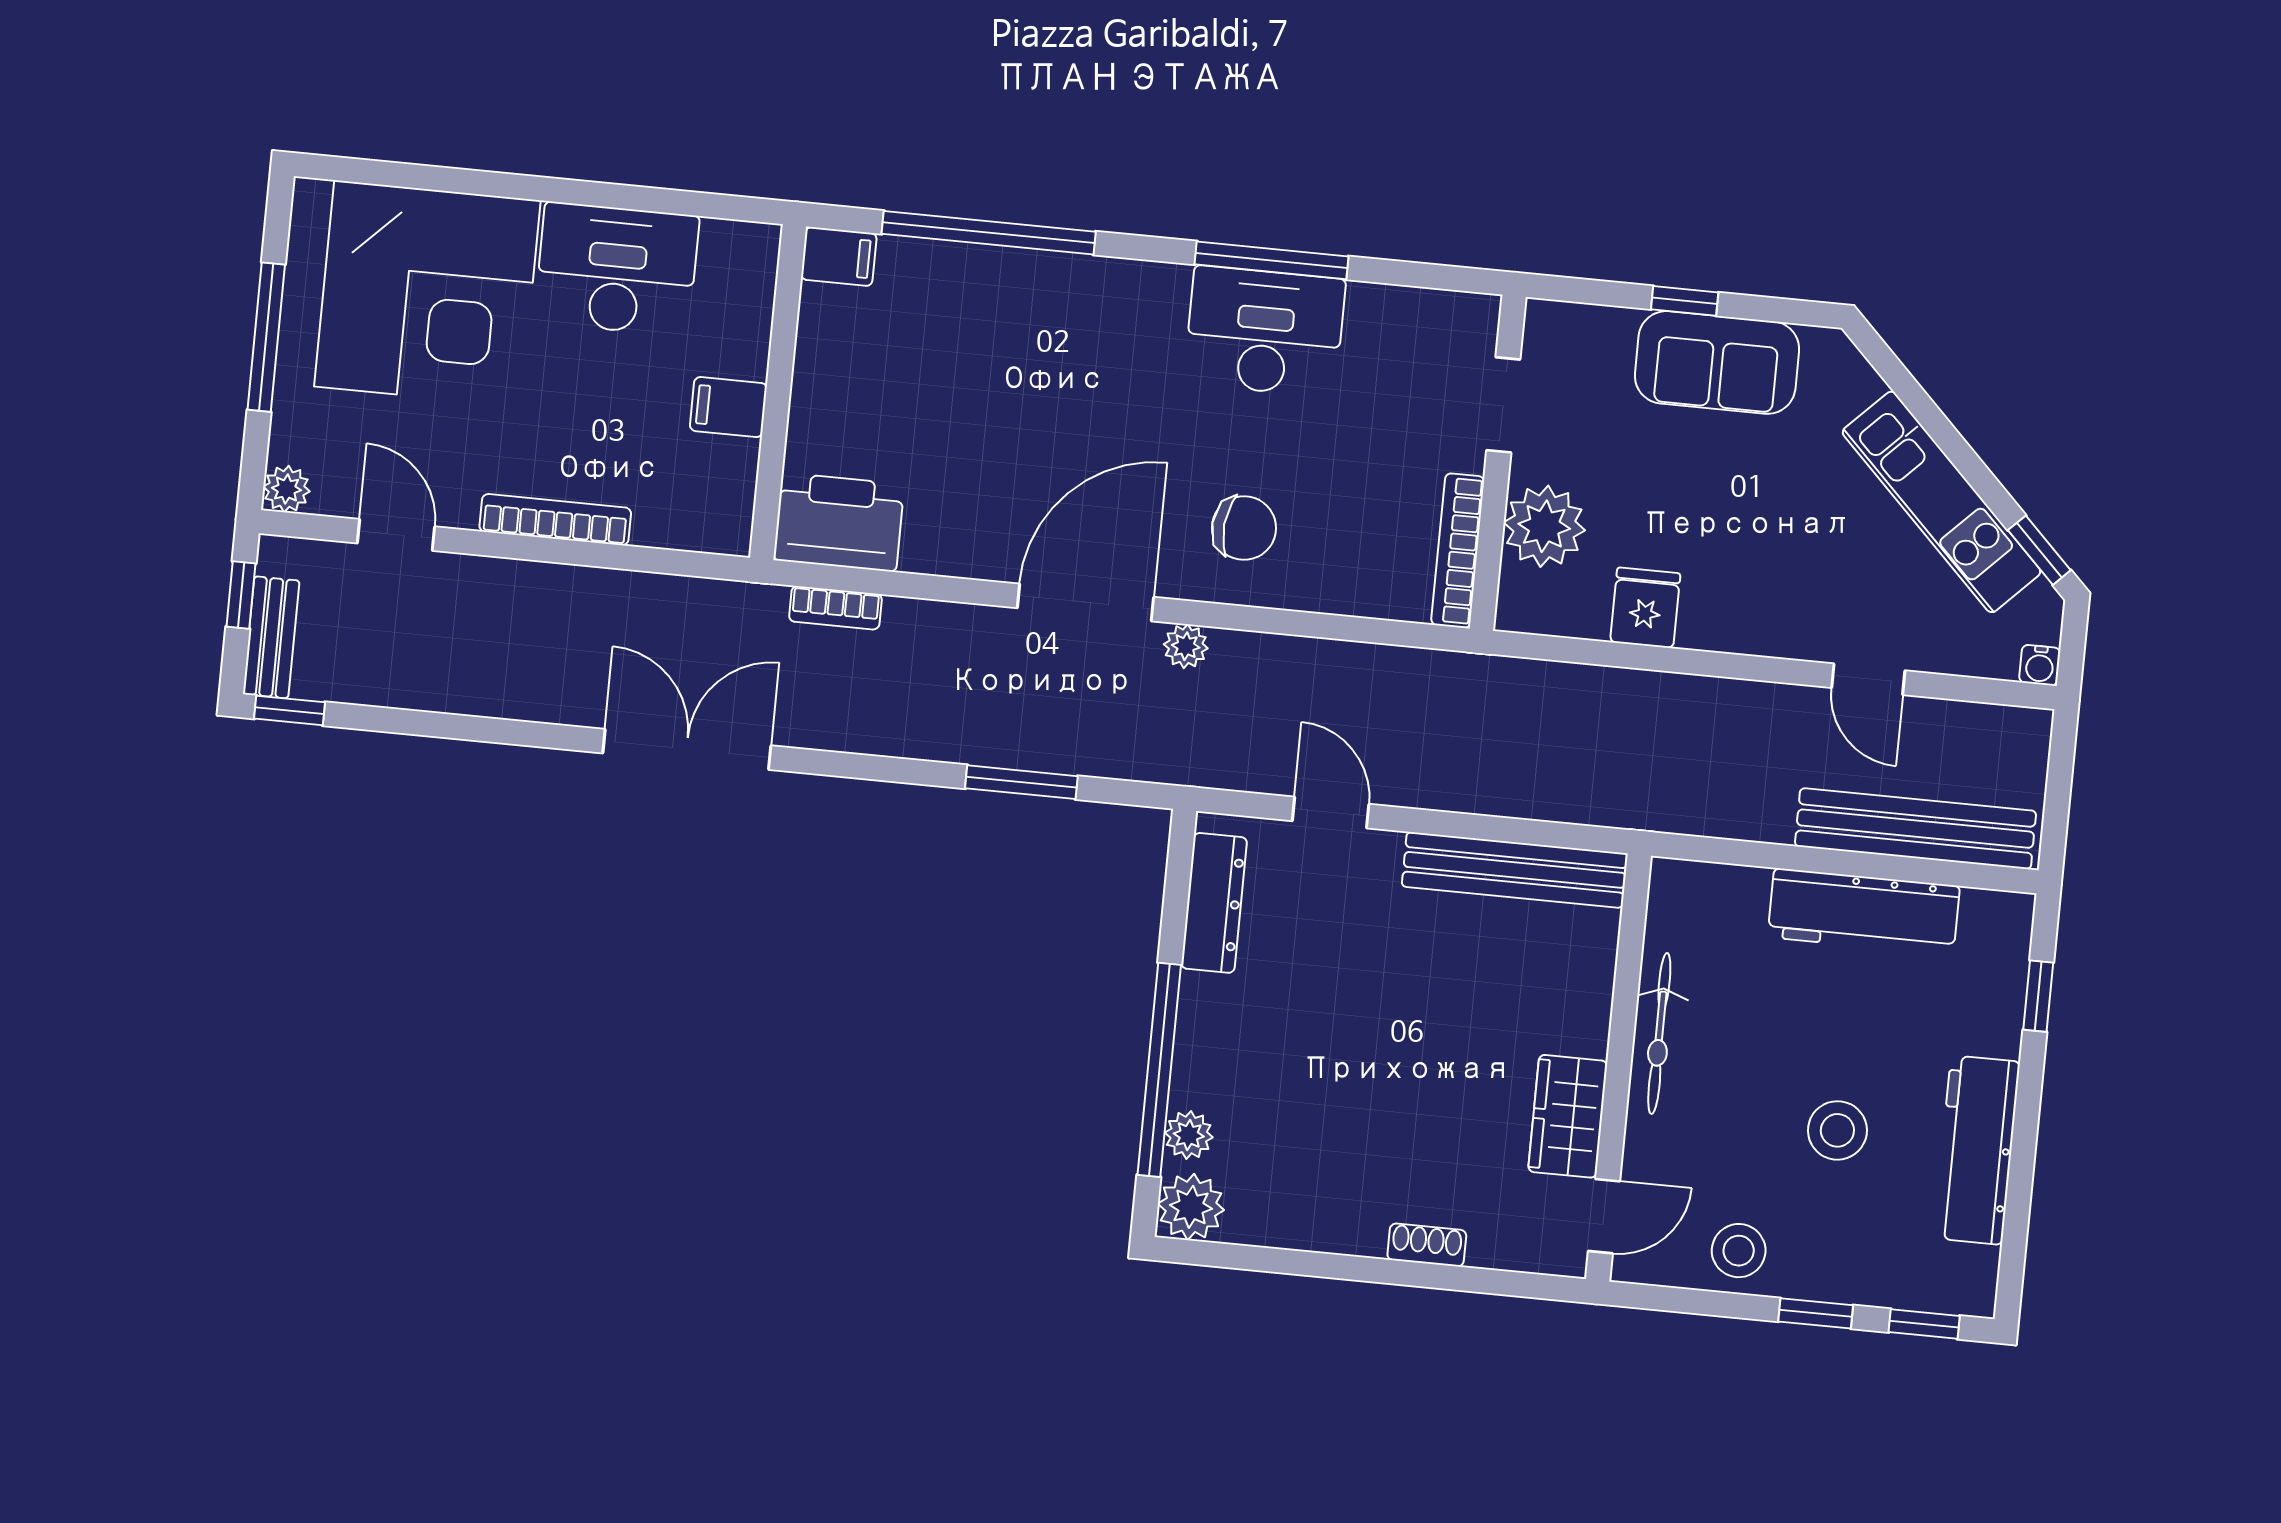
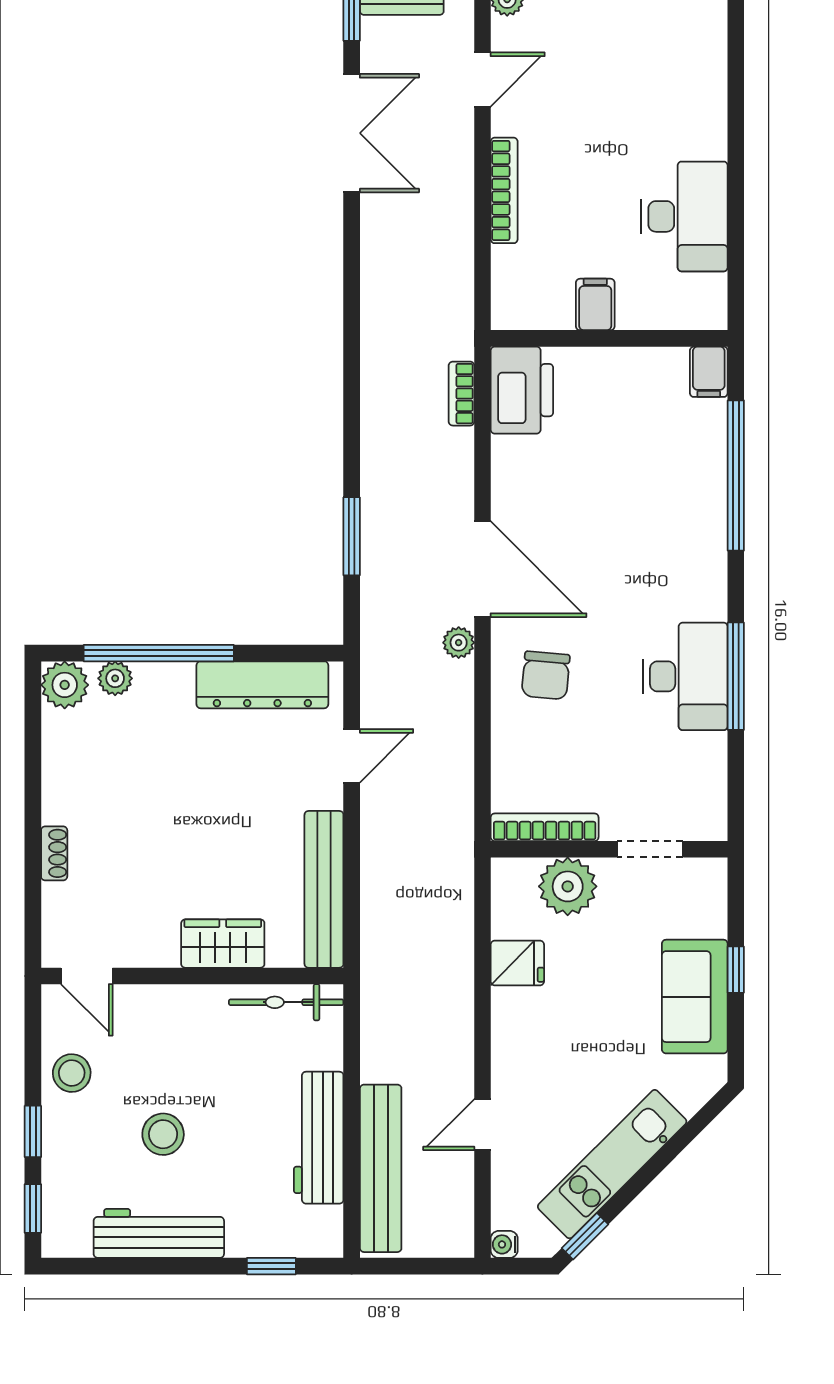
corner desk: (427, 293) -> (654, 85), removed
double door: (687, 749) -> (352, 133), moved
dresser: (1214, 903) -> (262, 685), width x1.37, depth x1.24
bicycle: (1659, 1033) -> (286, 1002), moved
wardrobe: (1568, 1116) -> (223, 944), moved

